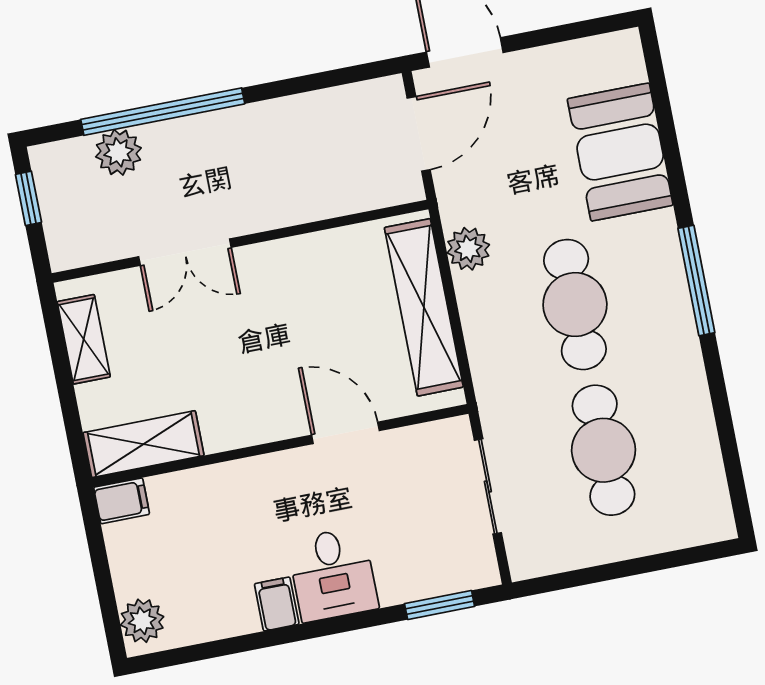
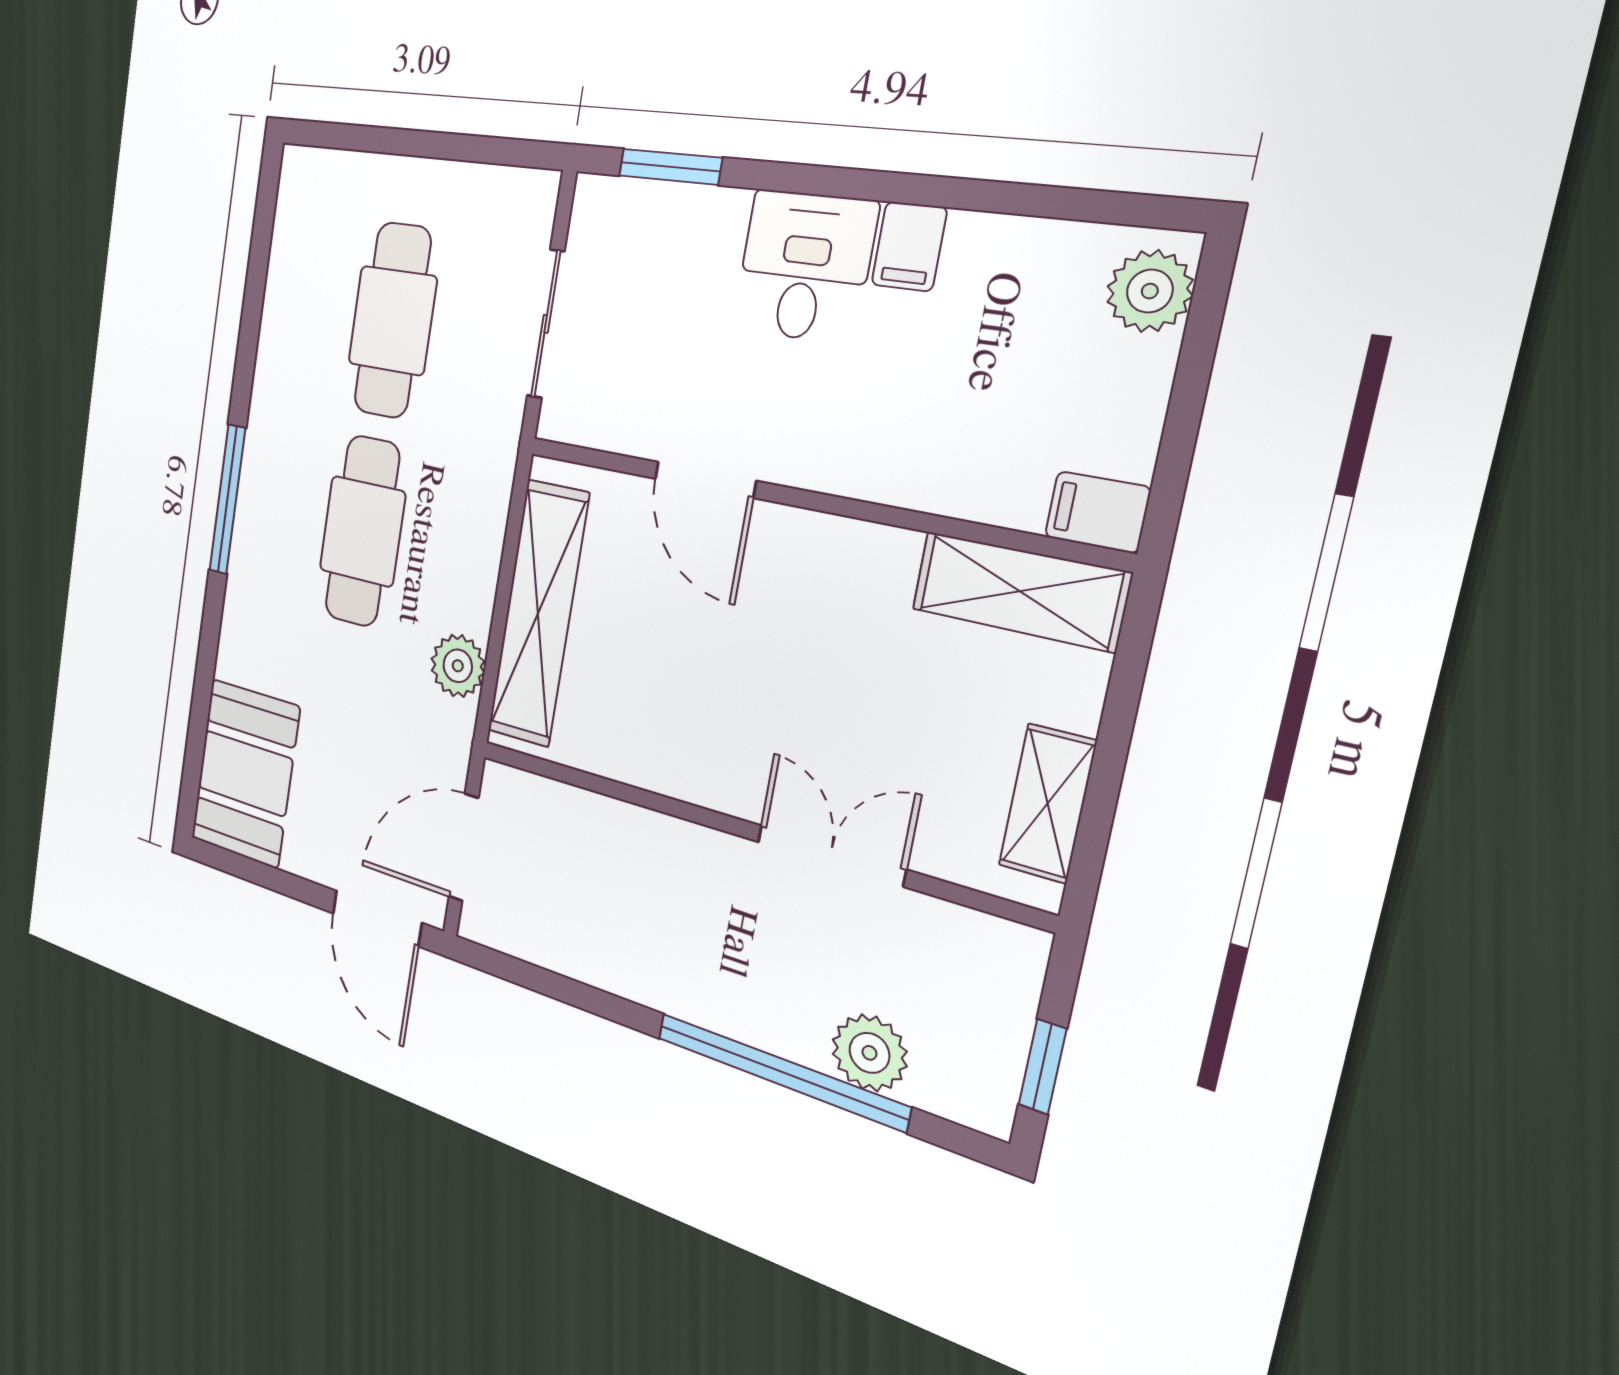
booth: (620, 152) -> (245, 773), moved

